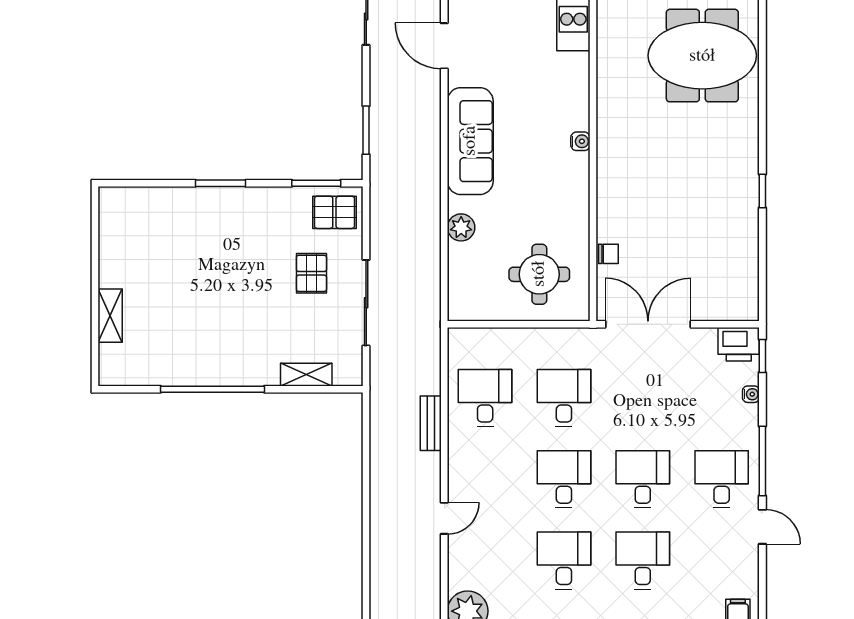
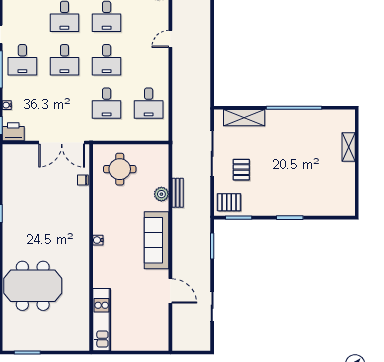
shelving: (306, 375) -> (244, 118), width x1.50, depth x1.33
bench: (431, 423) -> (178, 193), moved

